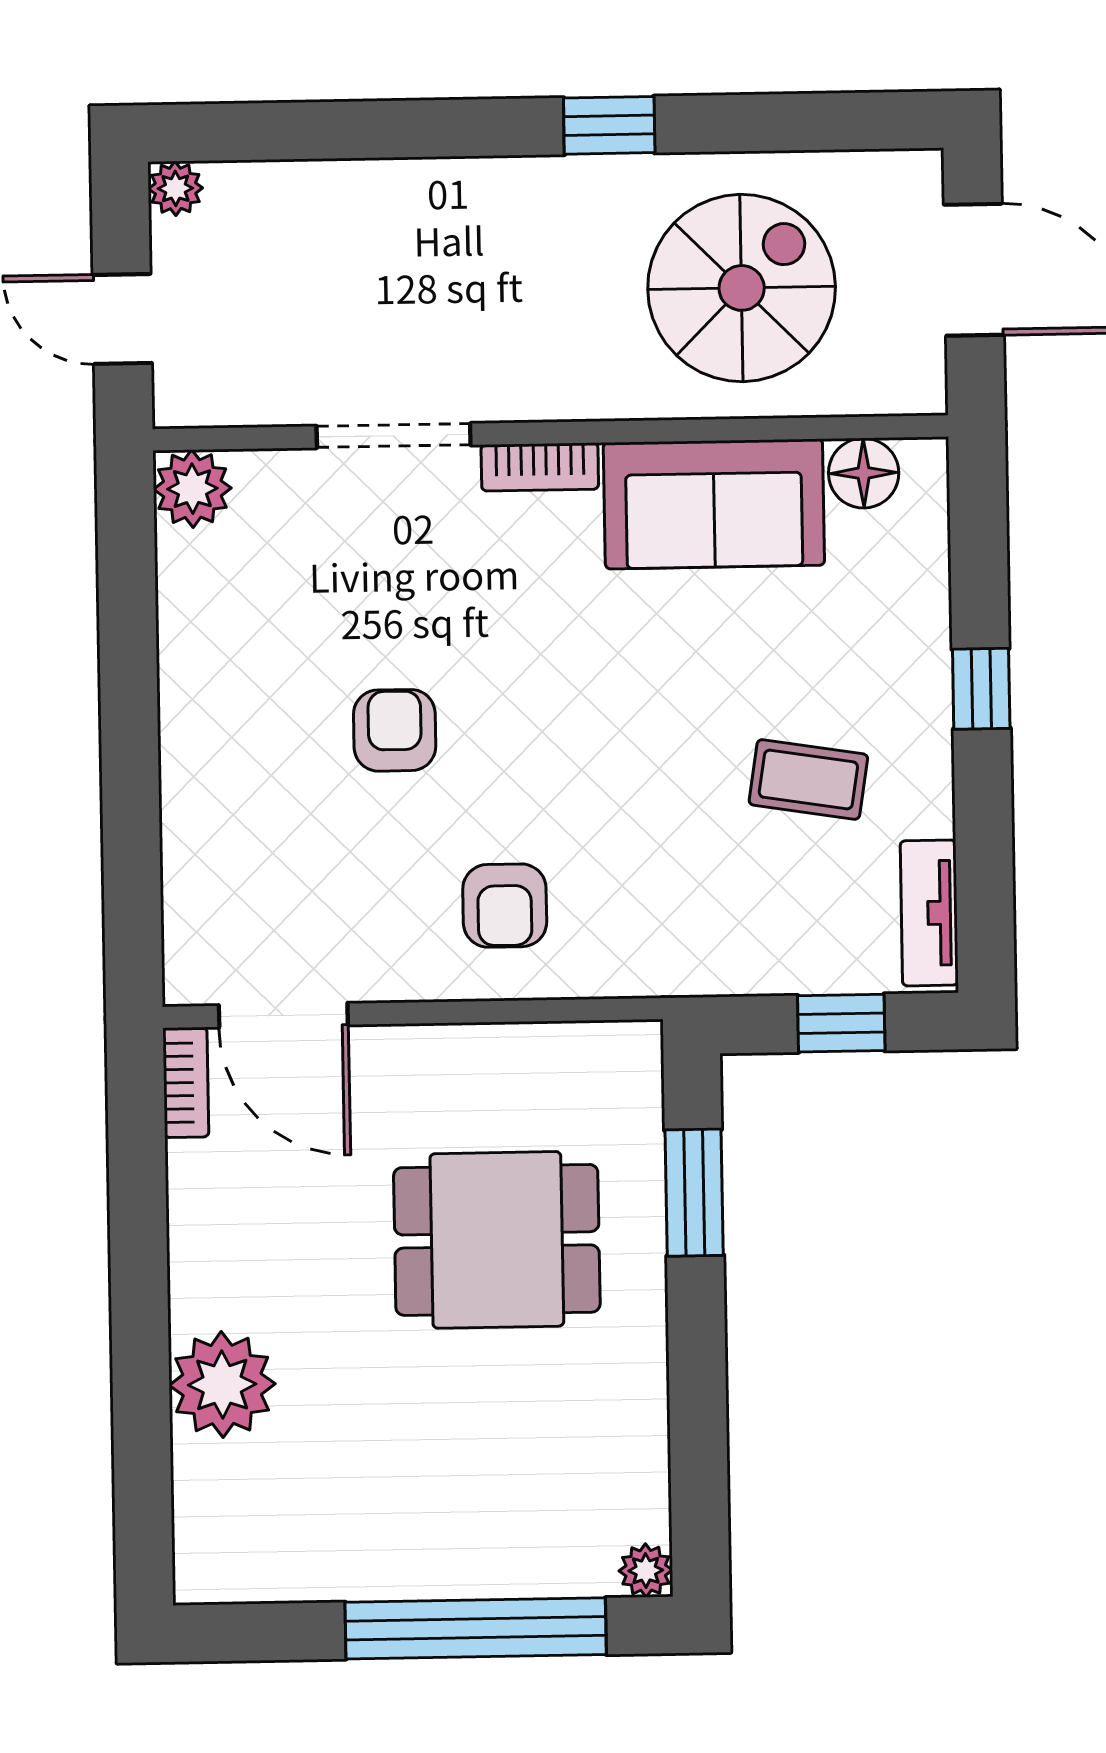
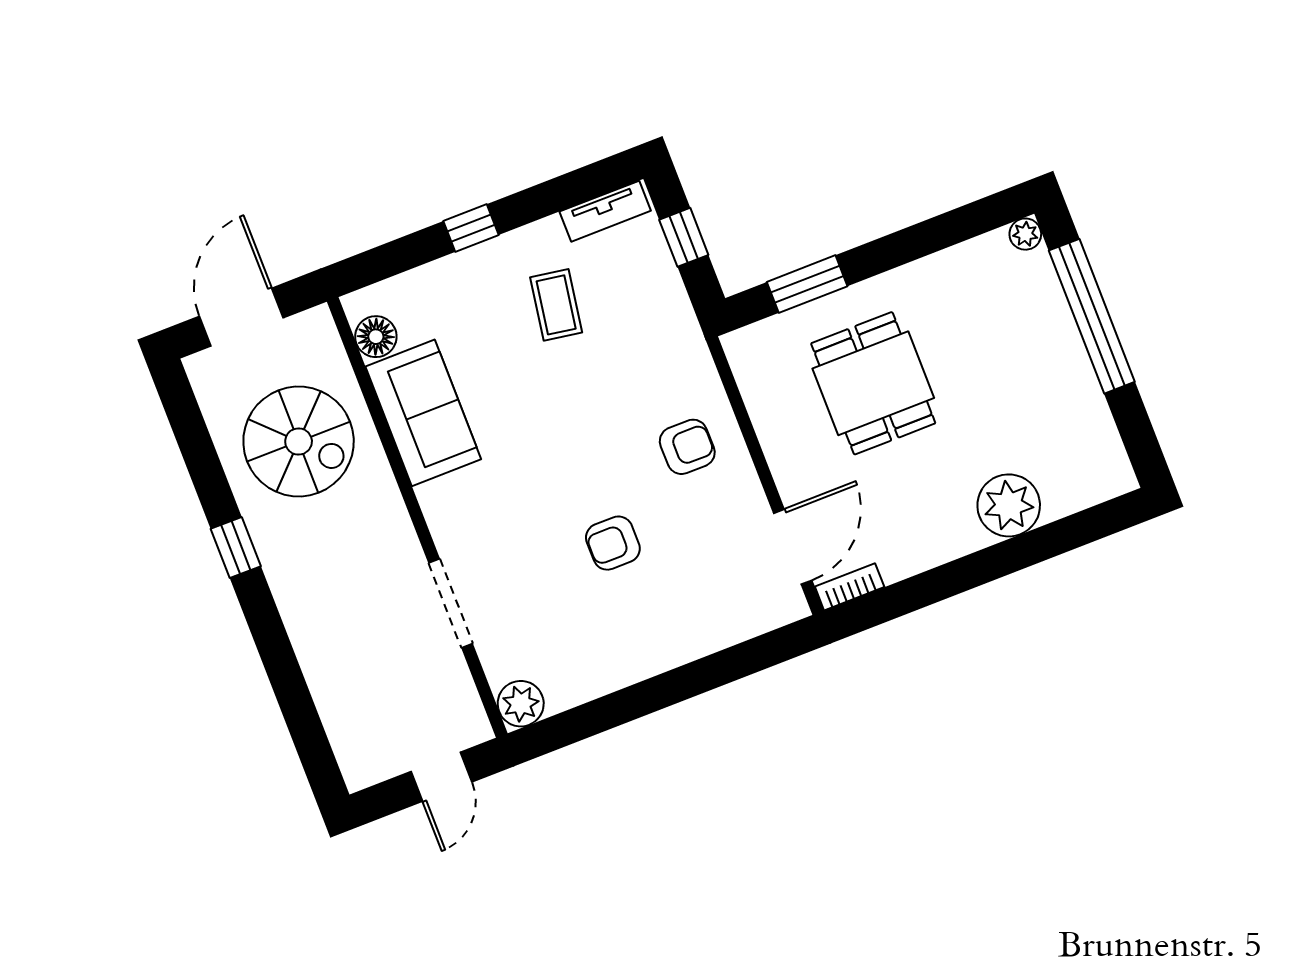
plant: (175, 188) -> (359, 774), removed
spiral stairs: (742, 288) -> (299, 441), turned 180
bookcase: (540, 467) -> (438, 516), removed

